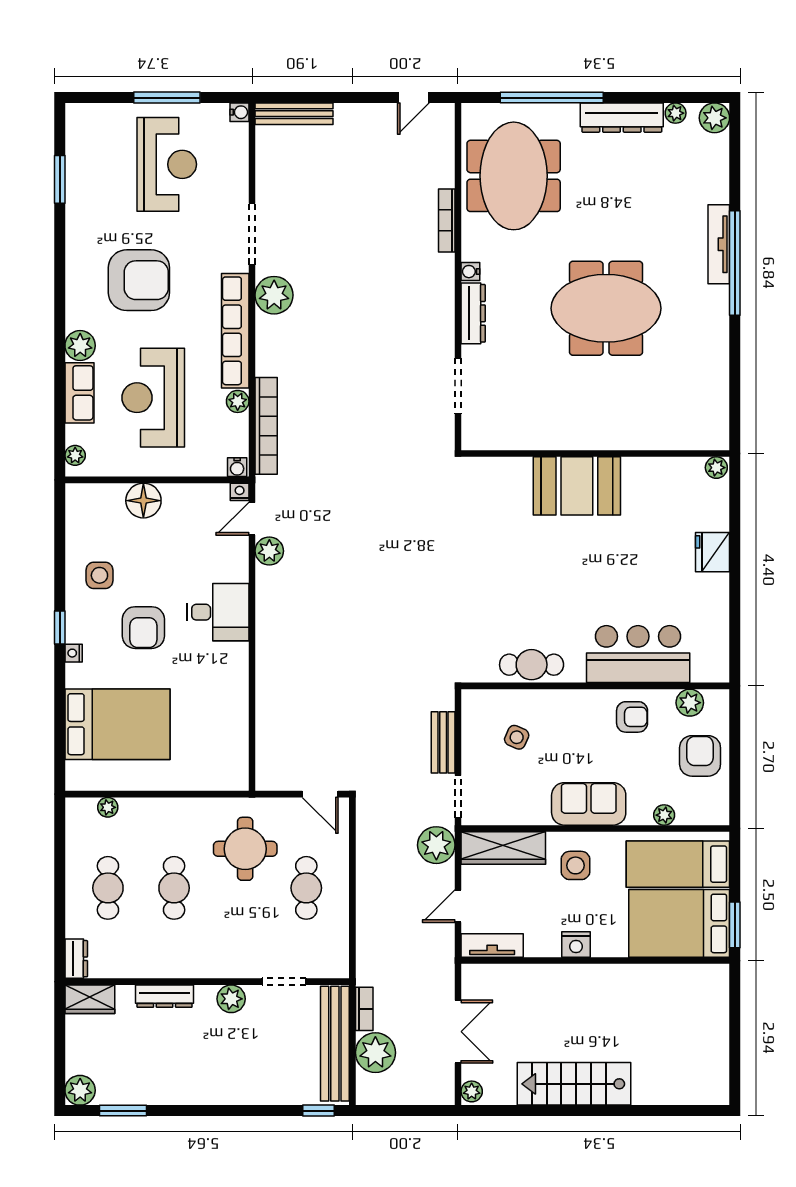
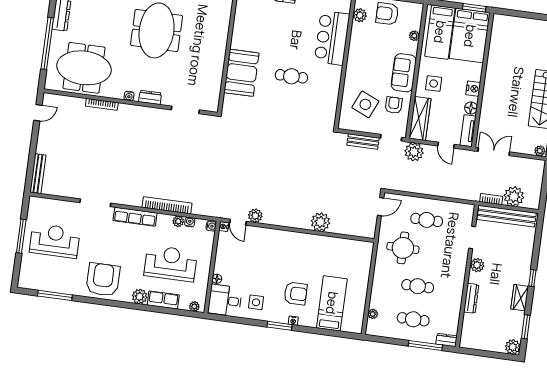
door: (413, 98) -> (38, 113), hinge flipped
water cooler: (239, 112) -> (190, 222), moved
window: (60, 179) -> (55, 295), width x1.44
armchair: (139, 280) -> (103, 280), moved
plant: (274, 295) -> (320, 222), moved
dresser: (473, 313) -> (150, 97), width x0.70
row of seats: (235, 331) -> (135, 217), width x0.73
reception desk: (153, 398) -> (171, 263), turned 180
bookcase: (266, 426) -> (167, 205), moved
booth: (577, 486) -> (241, 73), moved
floor lamp: (143, 501) -> (217, 279), width x0.53, depth x0.53
desk: (218, 612) -> (225, 300), moved, turned -90
window: (60, 628) -> (280, 326), width x1.50
armchair: (143, 628) -> (296, 294), moved
cafe table: (532, 665) -> (291, 76), moved, turned 90
armchair: (632, 717) -> (394, 105), moved
bed: (117, 724) -> (332, 303), width x0.67
side table: (517, 737) -> (365, 104), width x1.87, depth x1.87
window: (60, 919) -> (425, 346), added
floor lamp: (537, 945) -> (471, 108), added
wardrobe: (90, 999) -> (520, 298), moved, turned 180
double door: (458, 1032) -> (494, 152), moved
window: (318, 1111) -> (532, 278), moved

